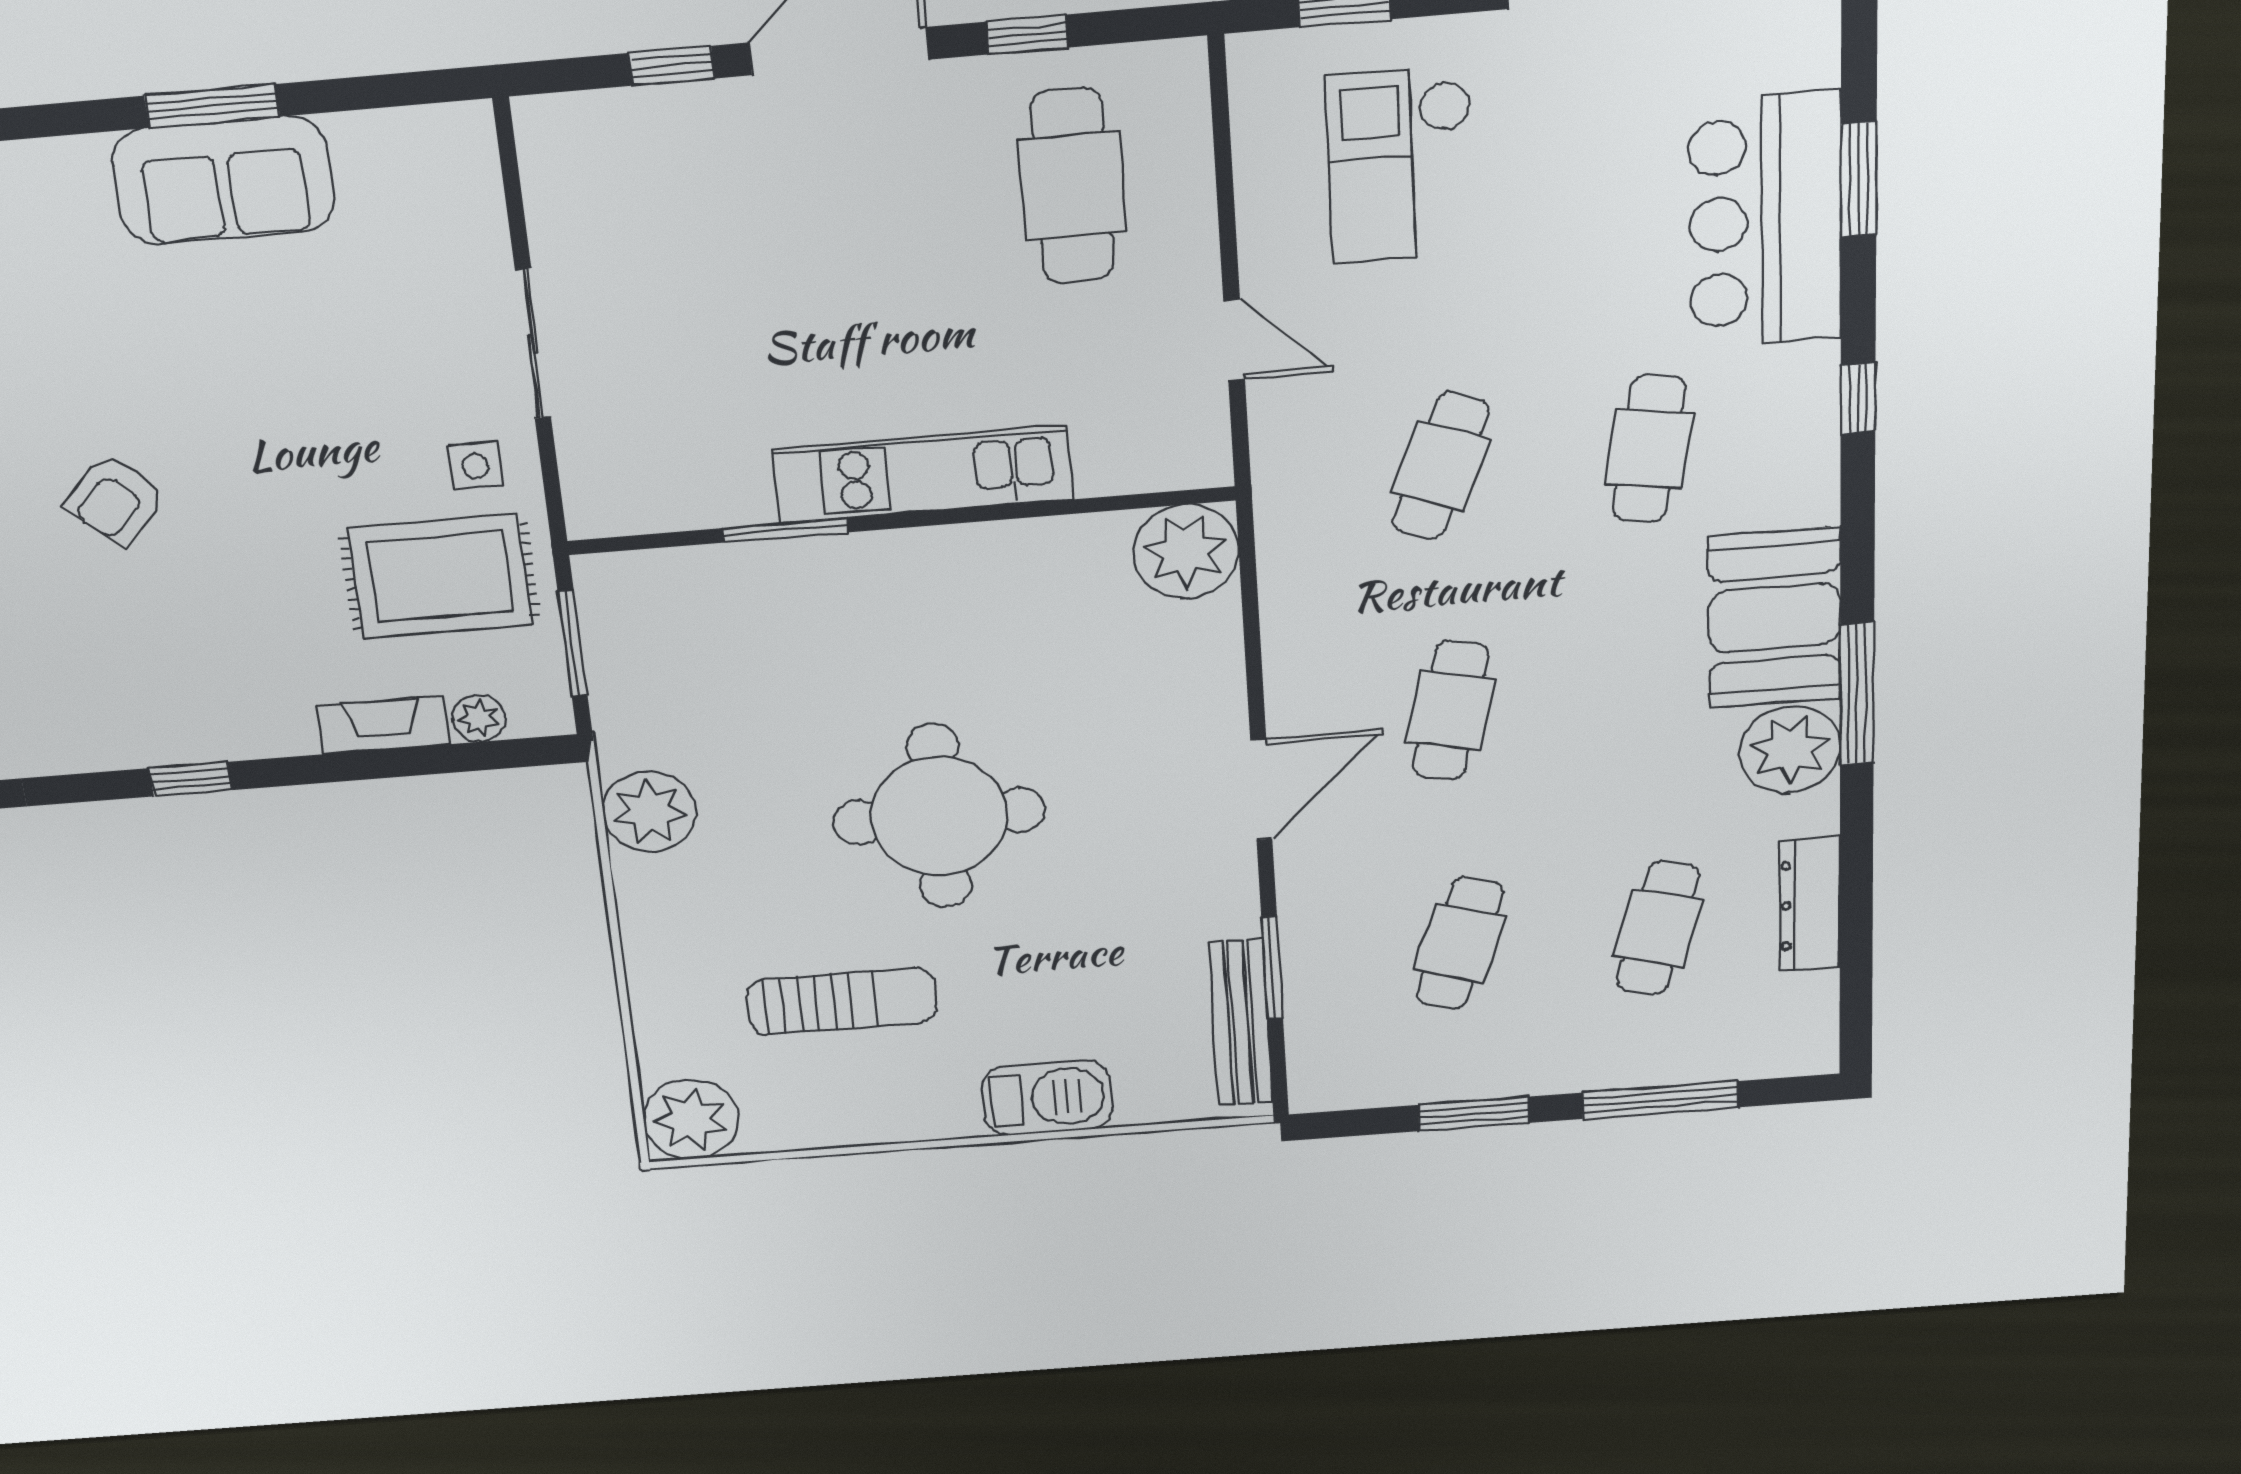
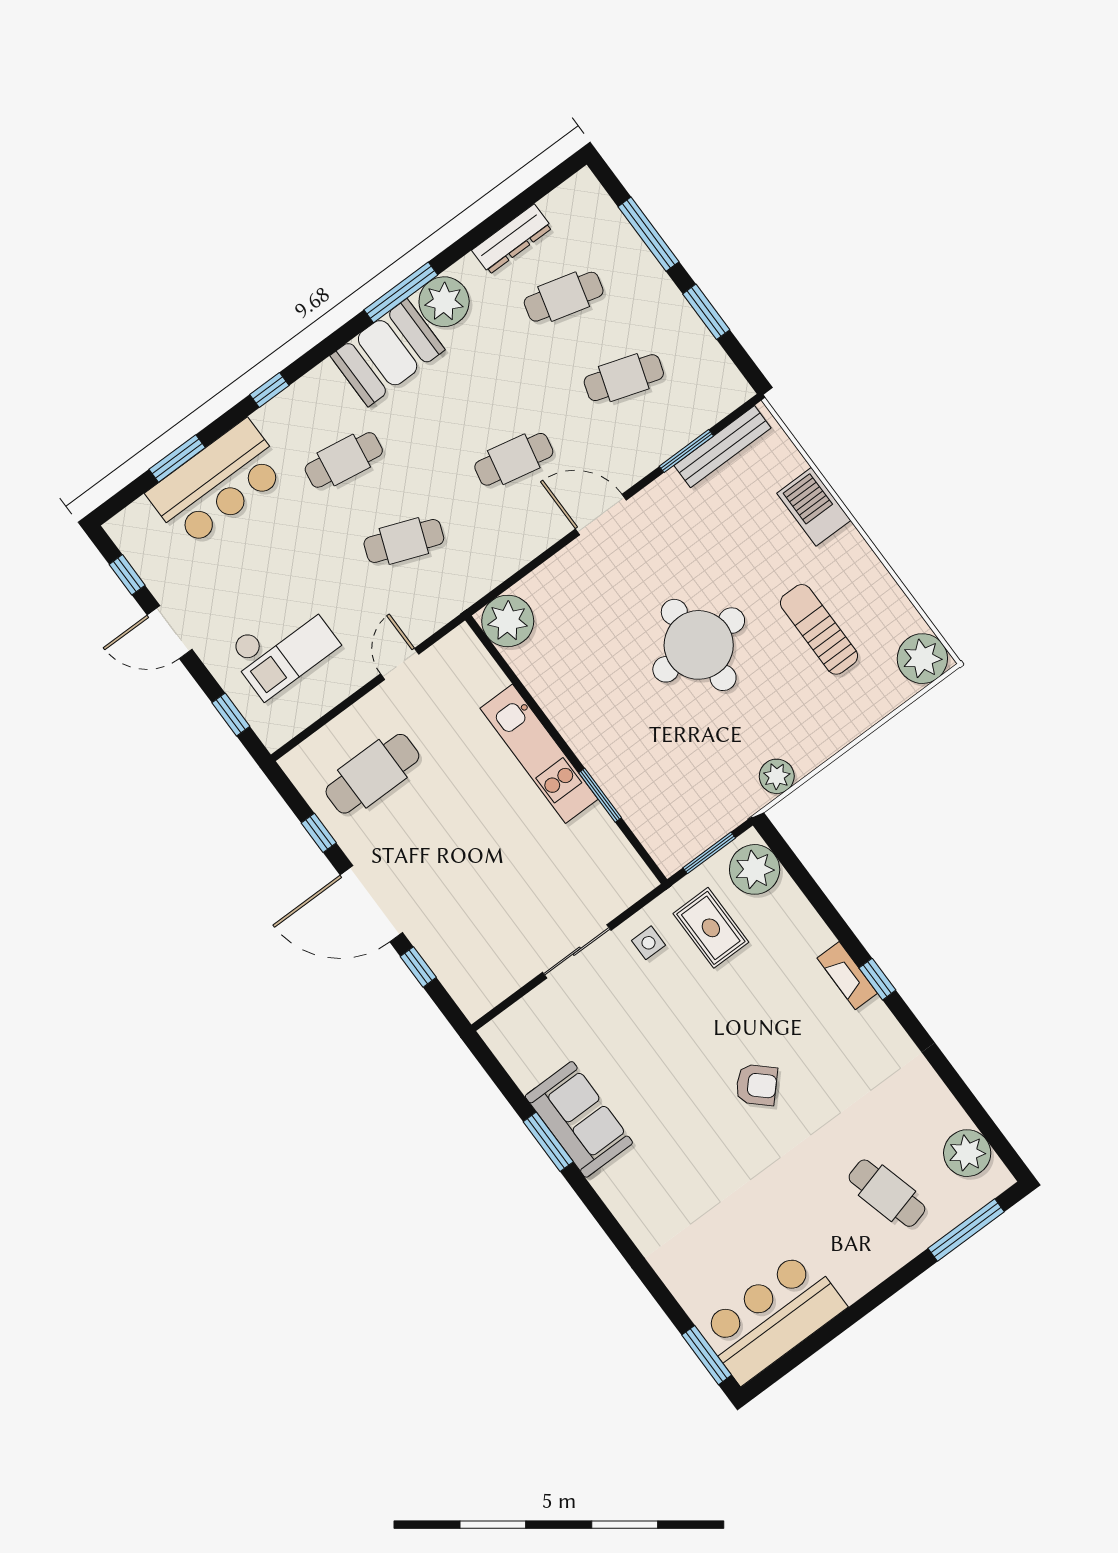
rug: (440, 577) -> (711, 928), width x0.73, depth x0.70
plant: (479, 719) -> (755, 869), width x1.88, depth x1.88
fireplace: (383, 725) -> (847, 976), moved
plant: (650, 812) -> (777, 776), width x0.73, depth x0.73

